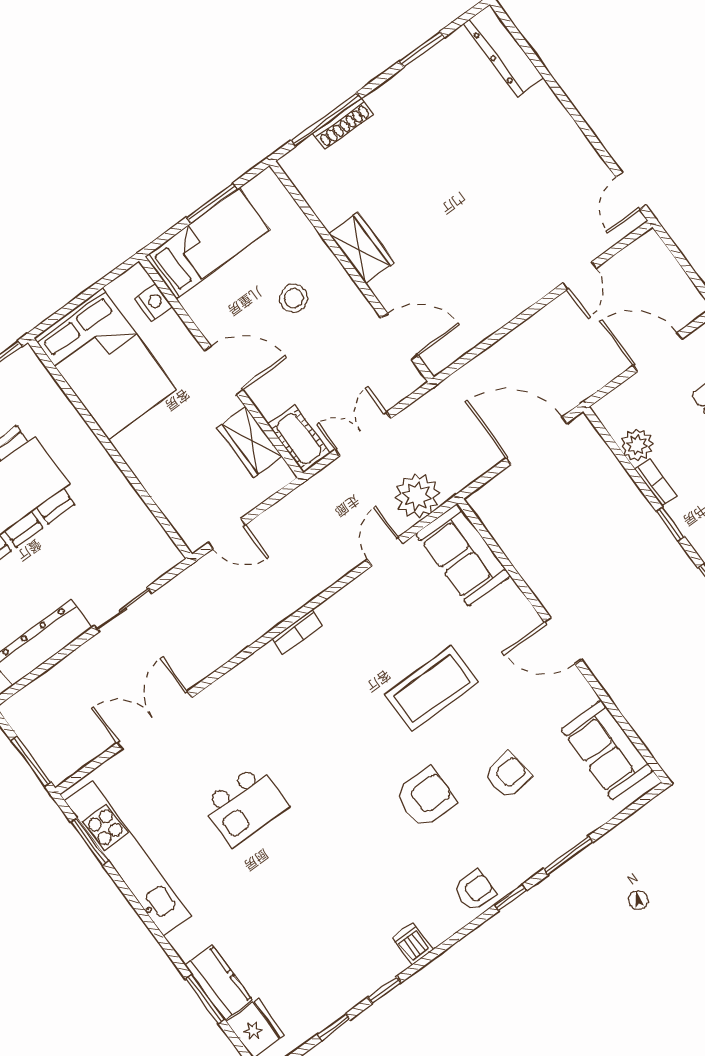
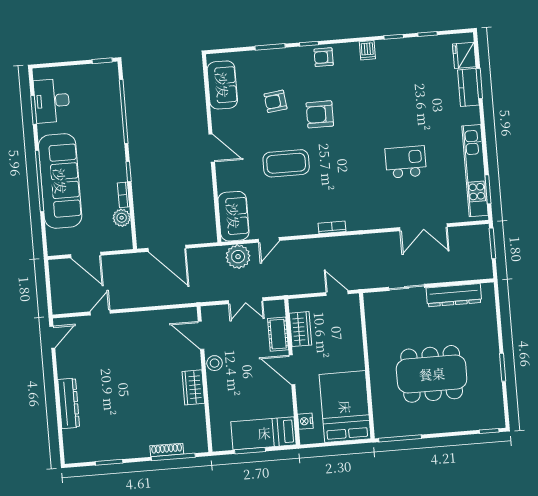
dresser: (503, 51) -> (69, 403), moved
stool: (294, 298) -> (215, 363), moved
cot: (299, 439) -> (278, 334), moved

